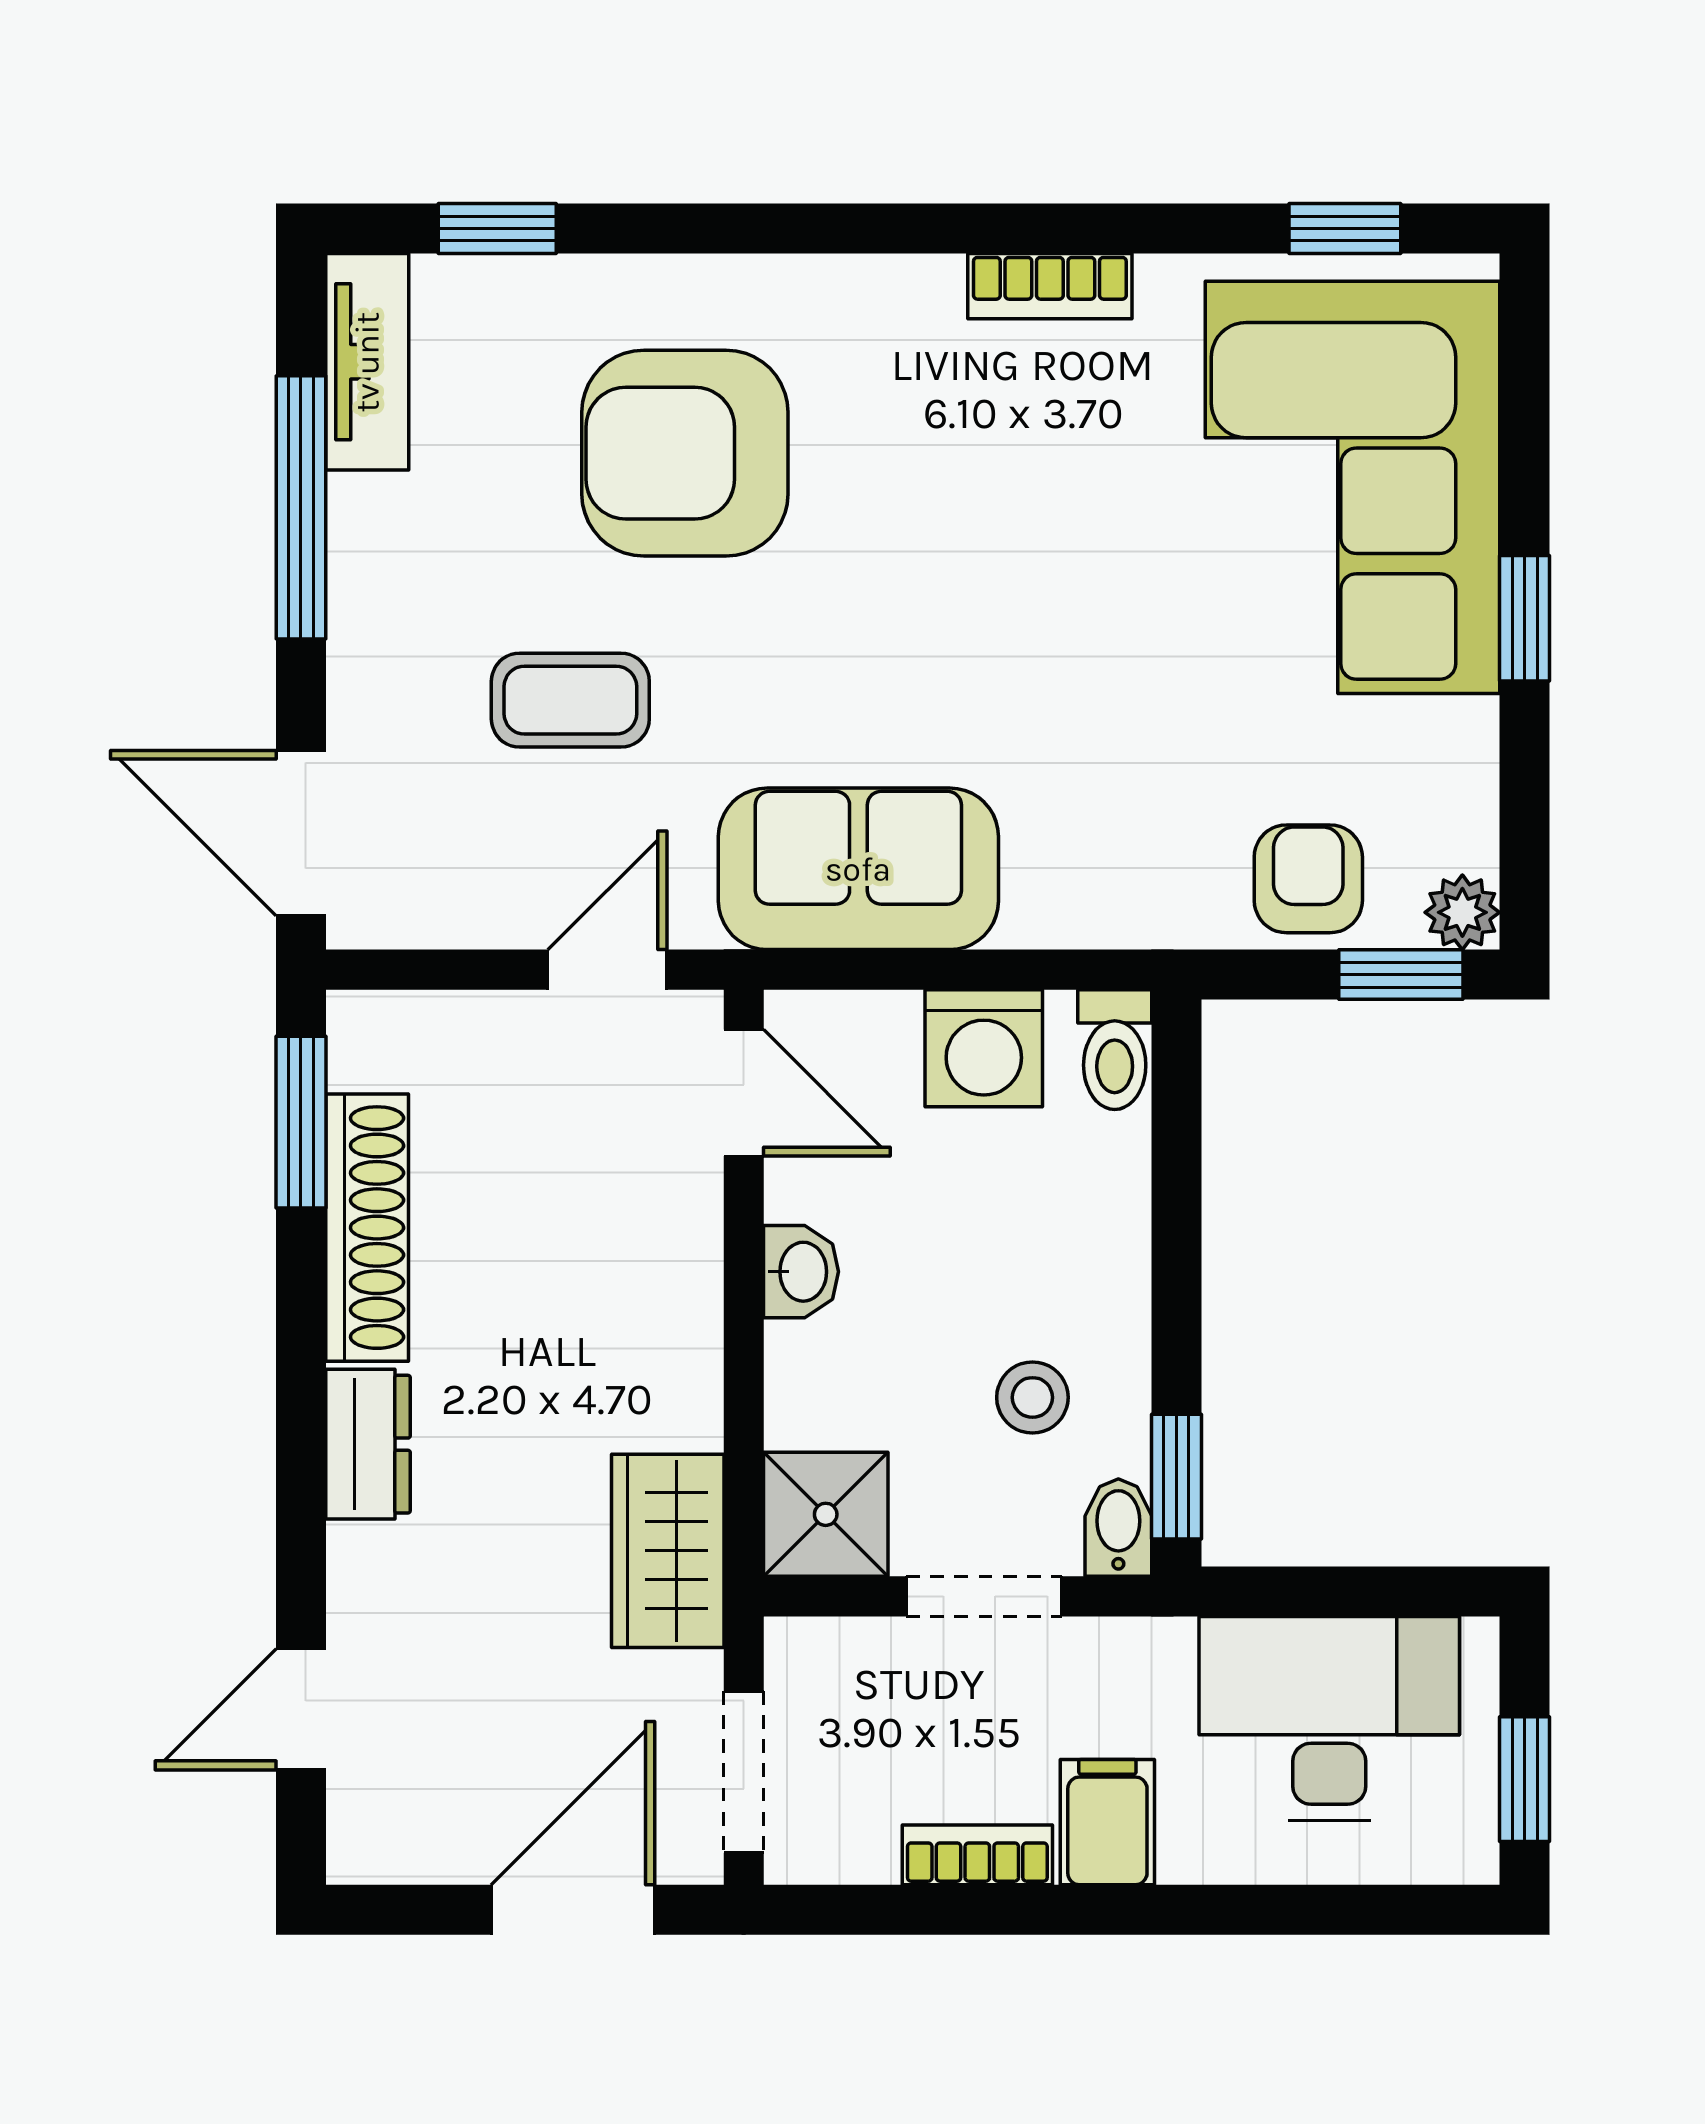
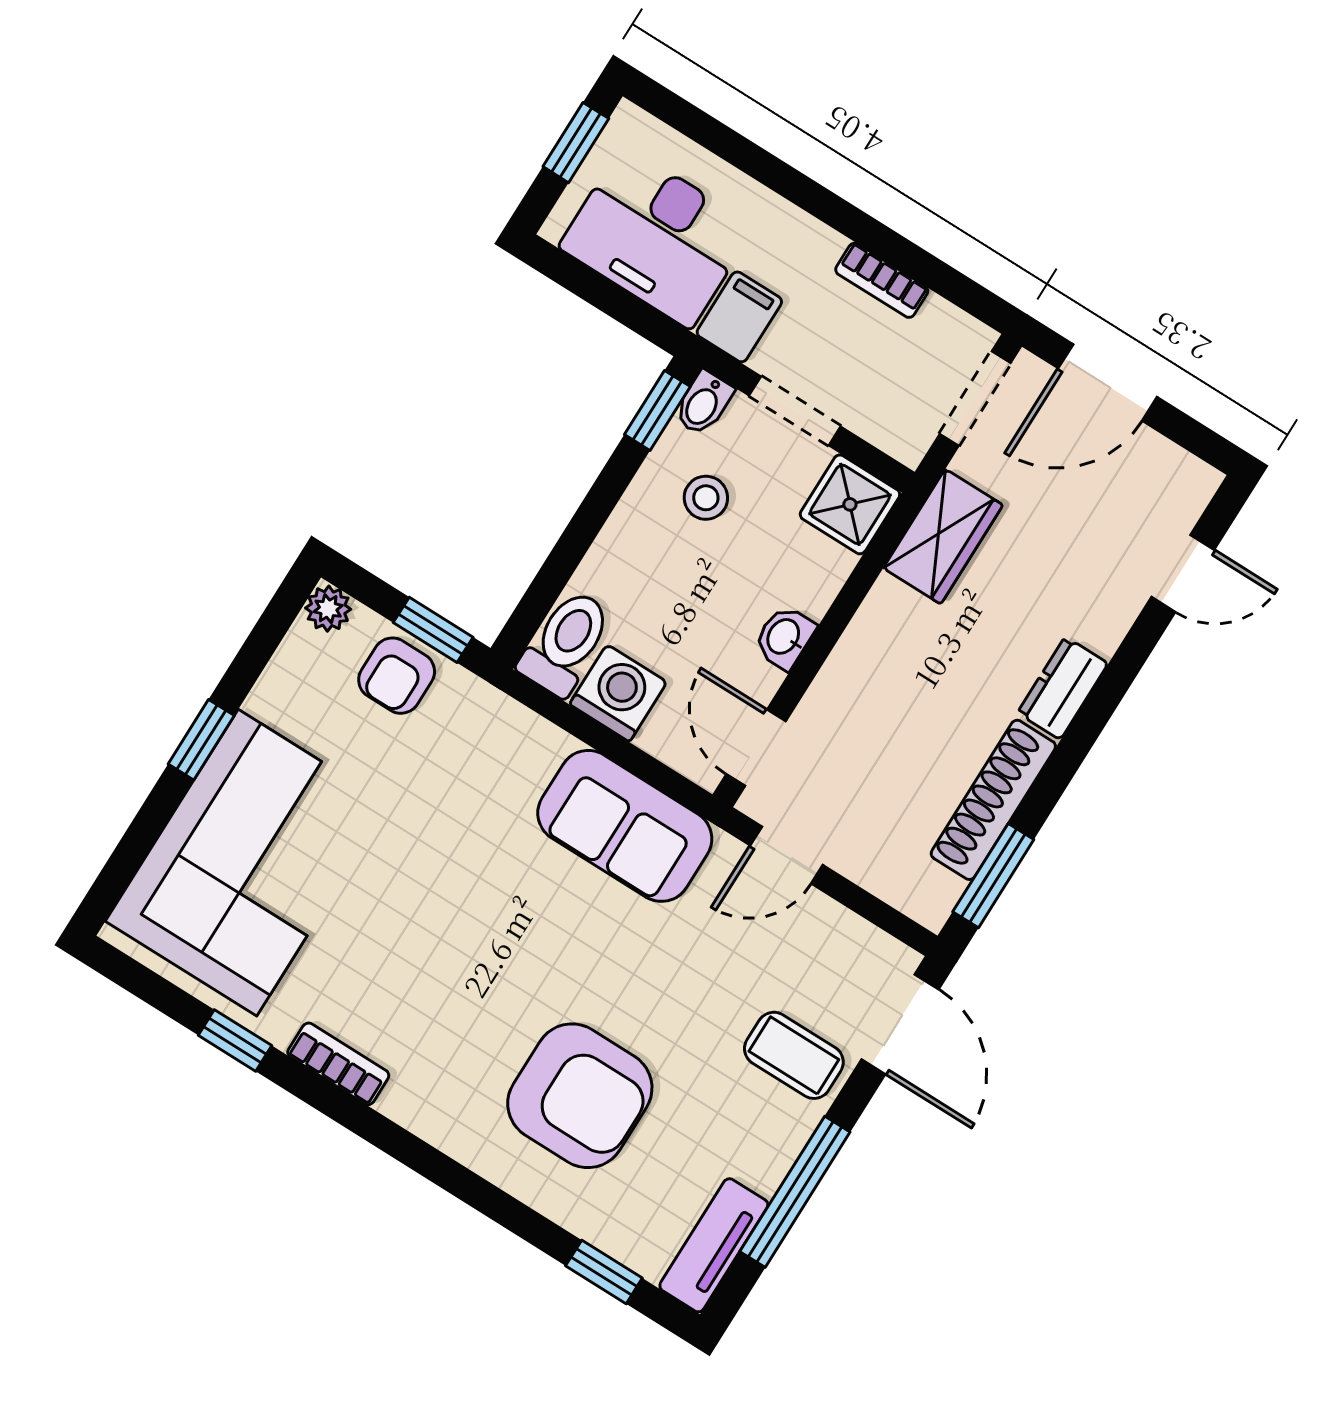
window: (1345, 228) -> (235, 1040), moved
coffee table: (570, 700) -> (794, 1055), moved
window: (1401, 975) -> (433, 630), moved
toilet: (1115, 1050) -> (566, 643), width x1.37, depth x1.39
filing cabinet: (1107, 1822) -> (739, 317), moved, turned 180

